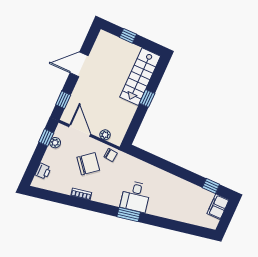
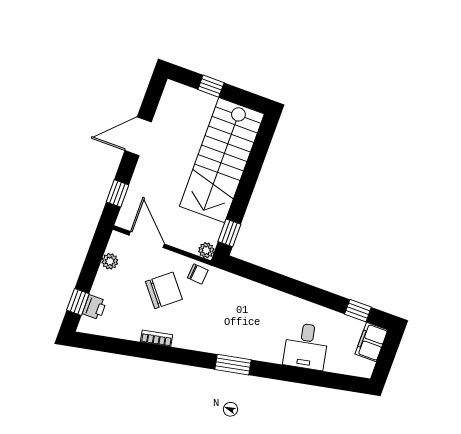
stairs: (140, 77) -> (222, 160), width x1.36, depth x1.51
window: (147, 98) -> (229, 233), moved
plant: (105, 135) -> (206, 250), moved
window: (46, 138) -> (78, 302), moved
desk: (135, 197) -> (306, 346), moved

